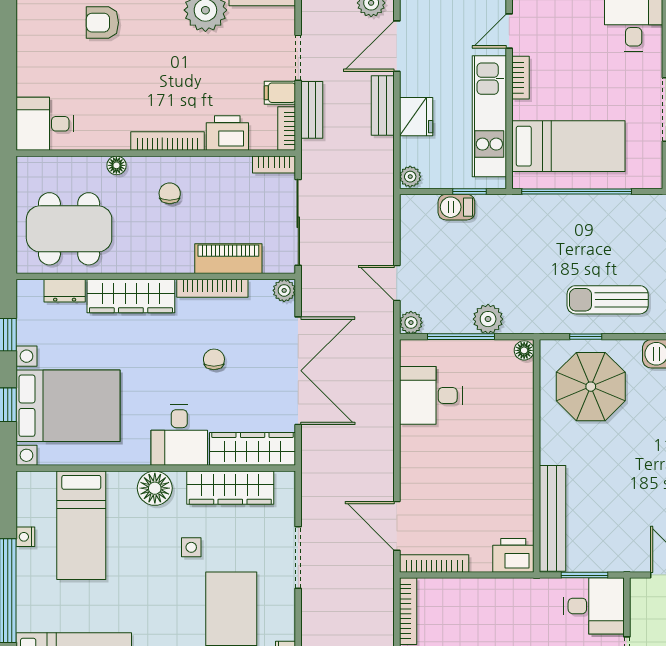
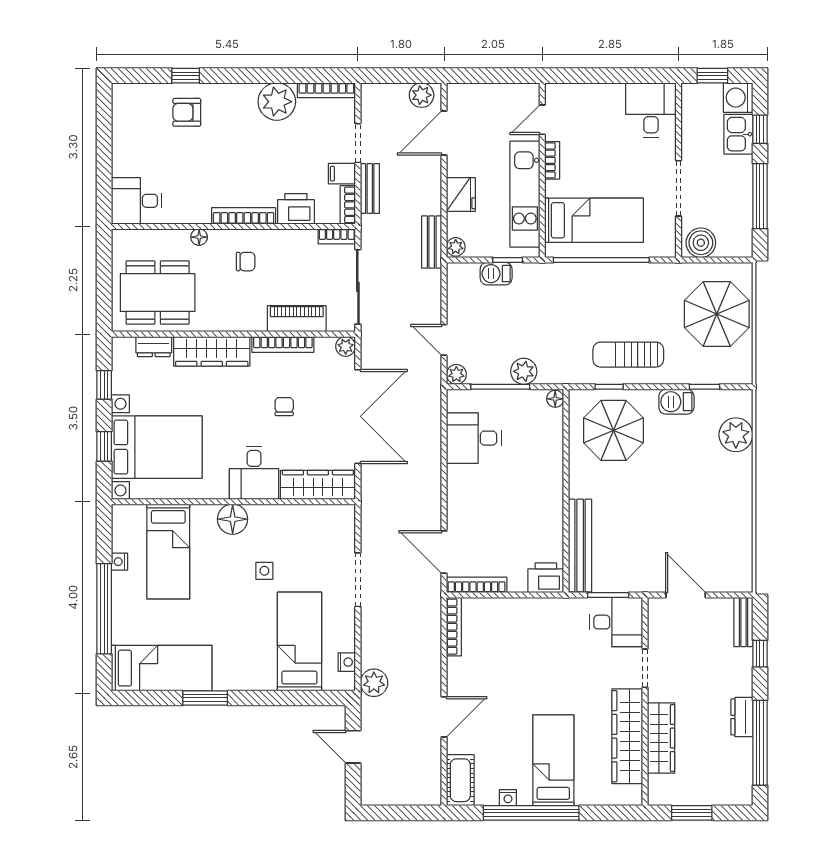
bench: (383, 106) -> (432, 242), moved
chair: (170, 193) -> (246, 262), turned 90
wardrobe: (230, 488) -> (299, 519), removed

